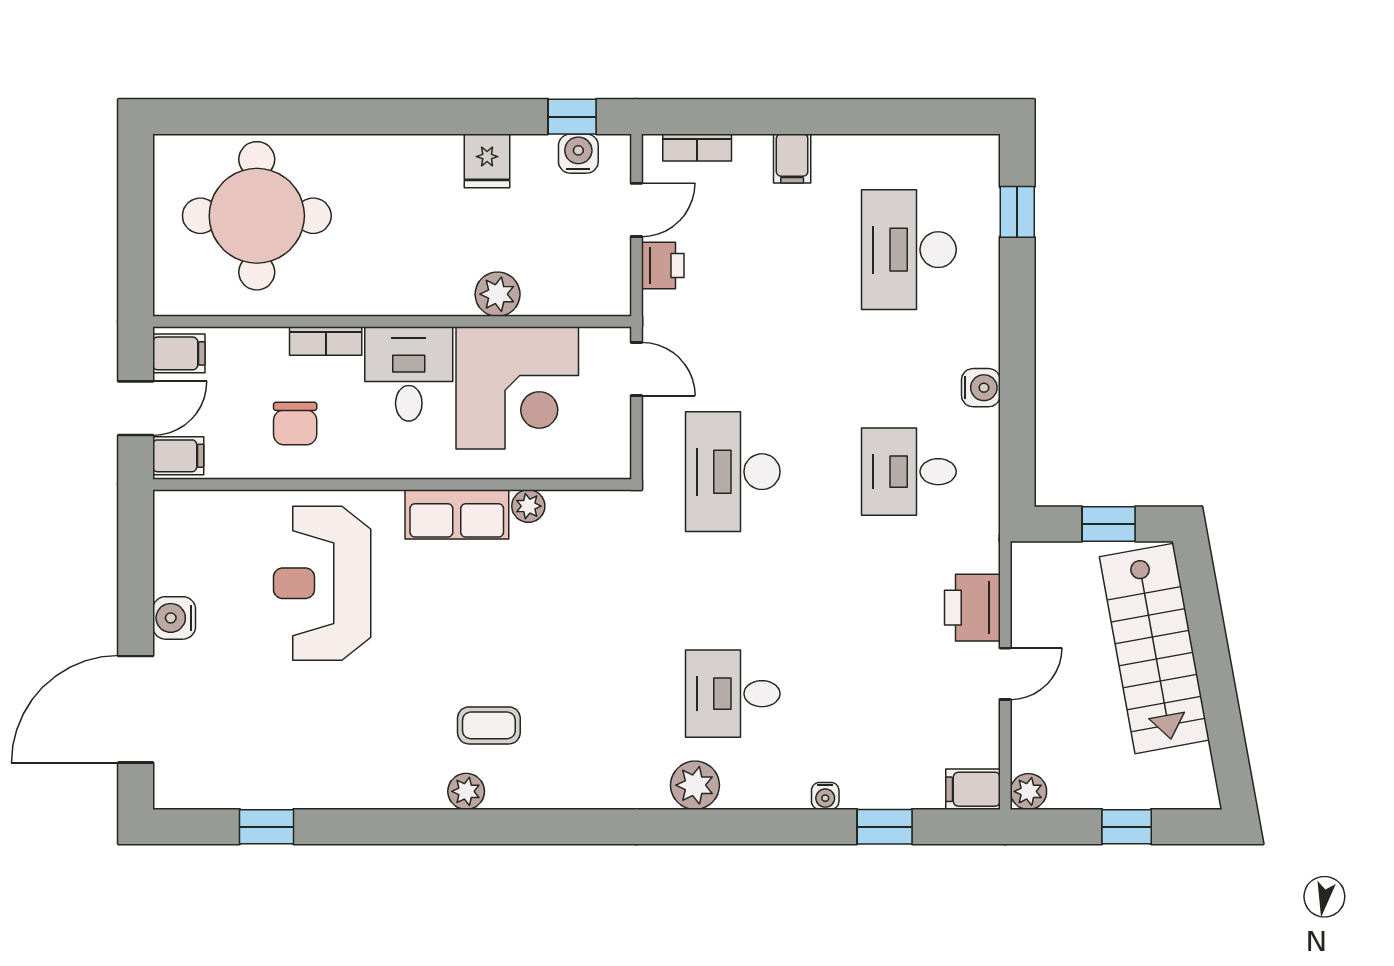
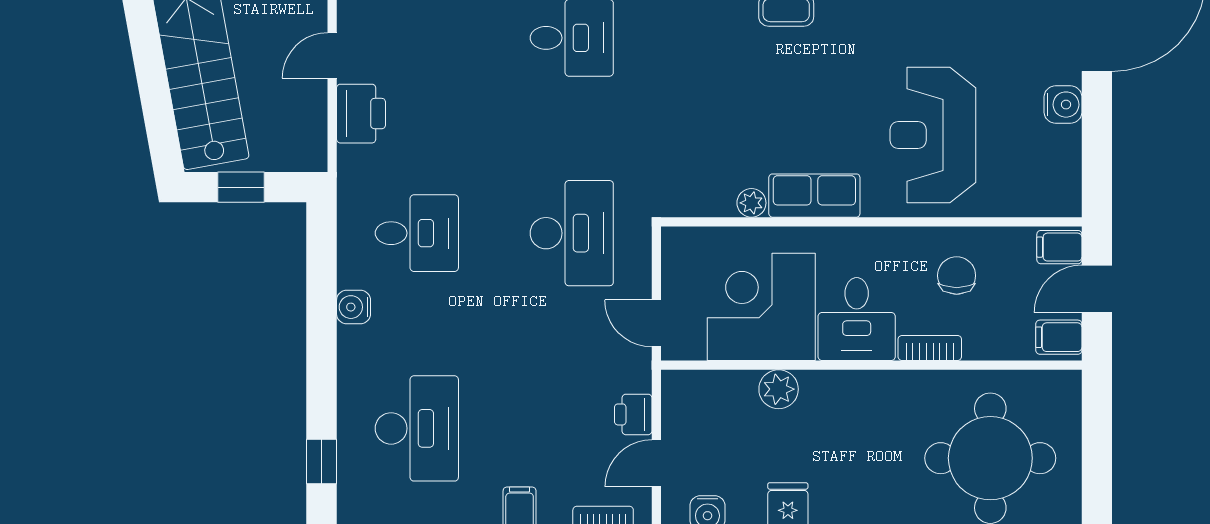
reception desk: (322, 583) -> (933, 135), turned 180

